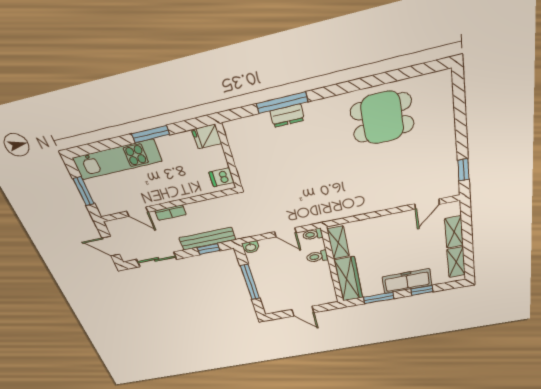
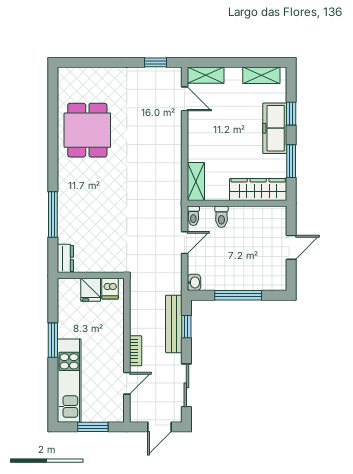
dresser: (287, 116) -> (65, 258), moved
fridge: (207, 137) -> (91, 290), moved
shelving: (454, 232) -> (206, 75), moved
shelving: (338, 243) -> (196, 181), moved, turned 90

